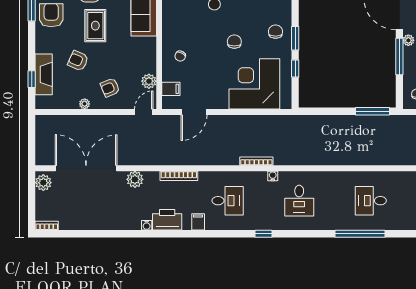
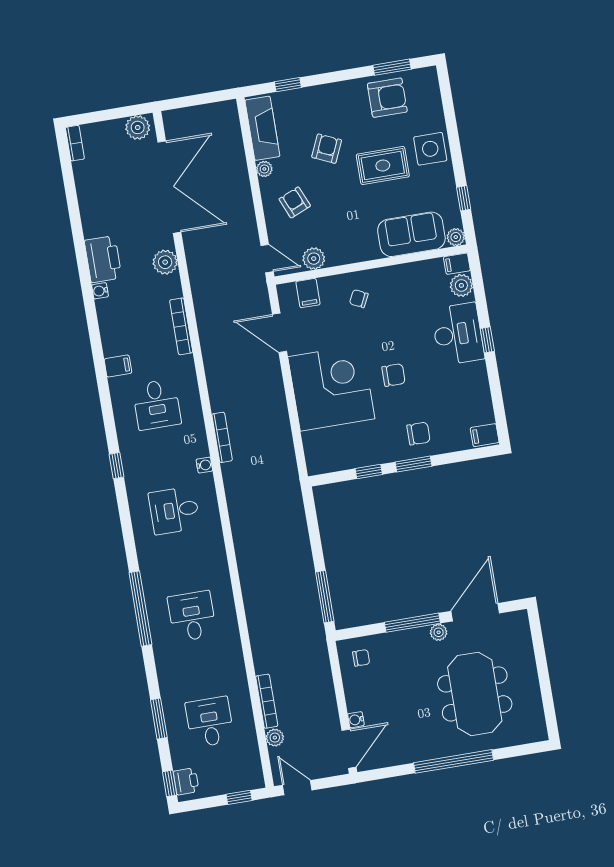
fireplace: (44, 74) -> (262, 128), moved, turned -90
corner desk: (254, 84) -> (331, 388), moved
printer: (167, 220) -> (103, 259), moved

